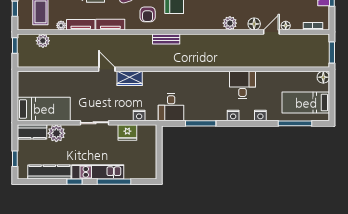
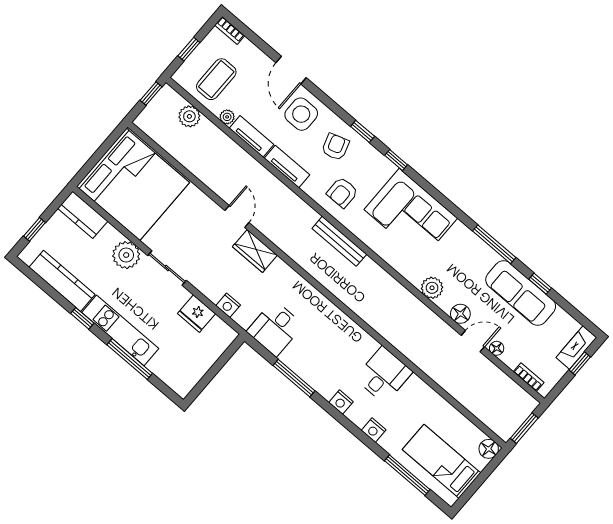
bench: (166, 39) -> (339, 241), width x1.36
bed: (44, 109) -> (133, 184), width x2.04
plant: (56, 133) -> (126, 255), moved

